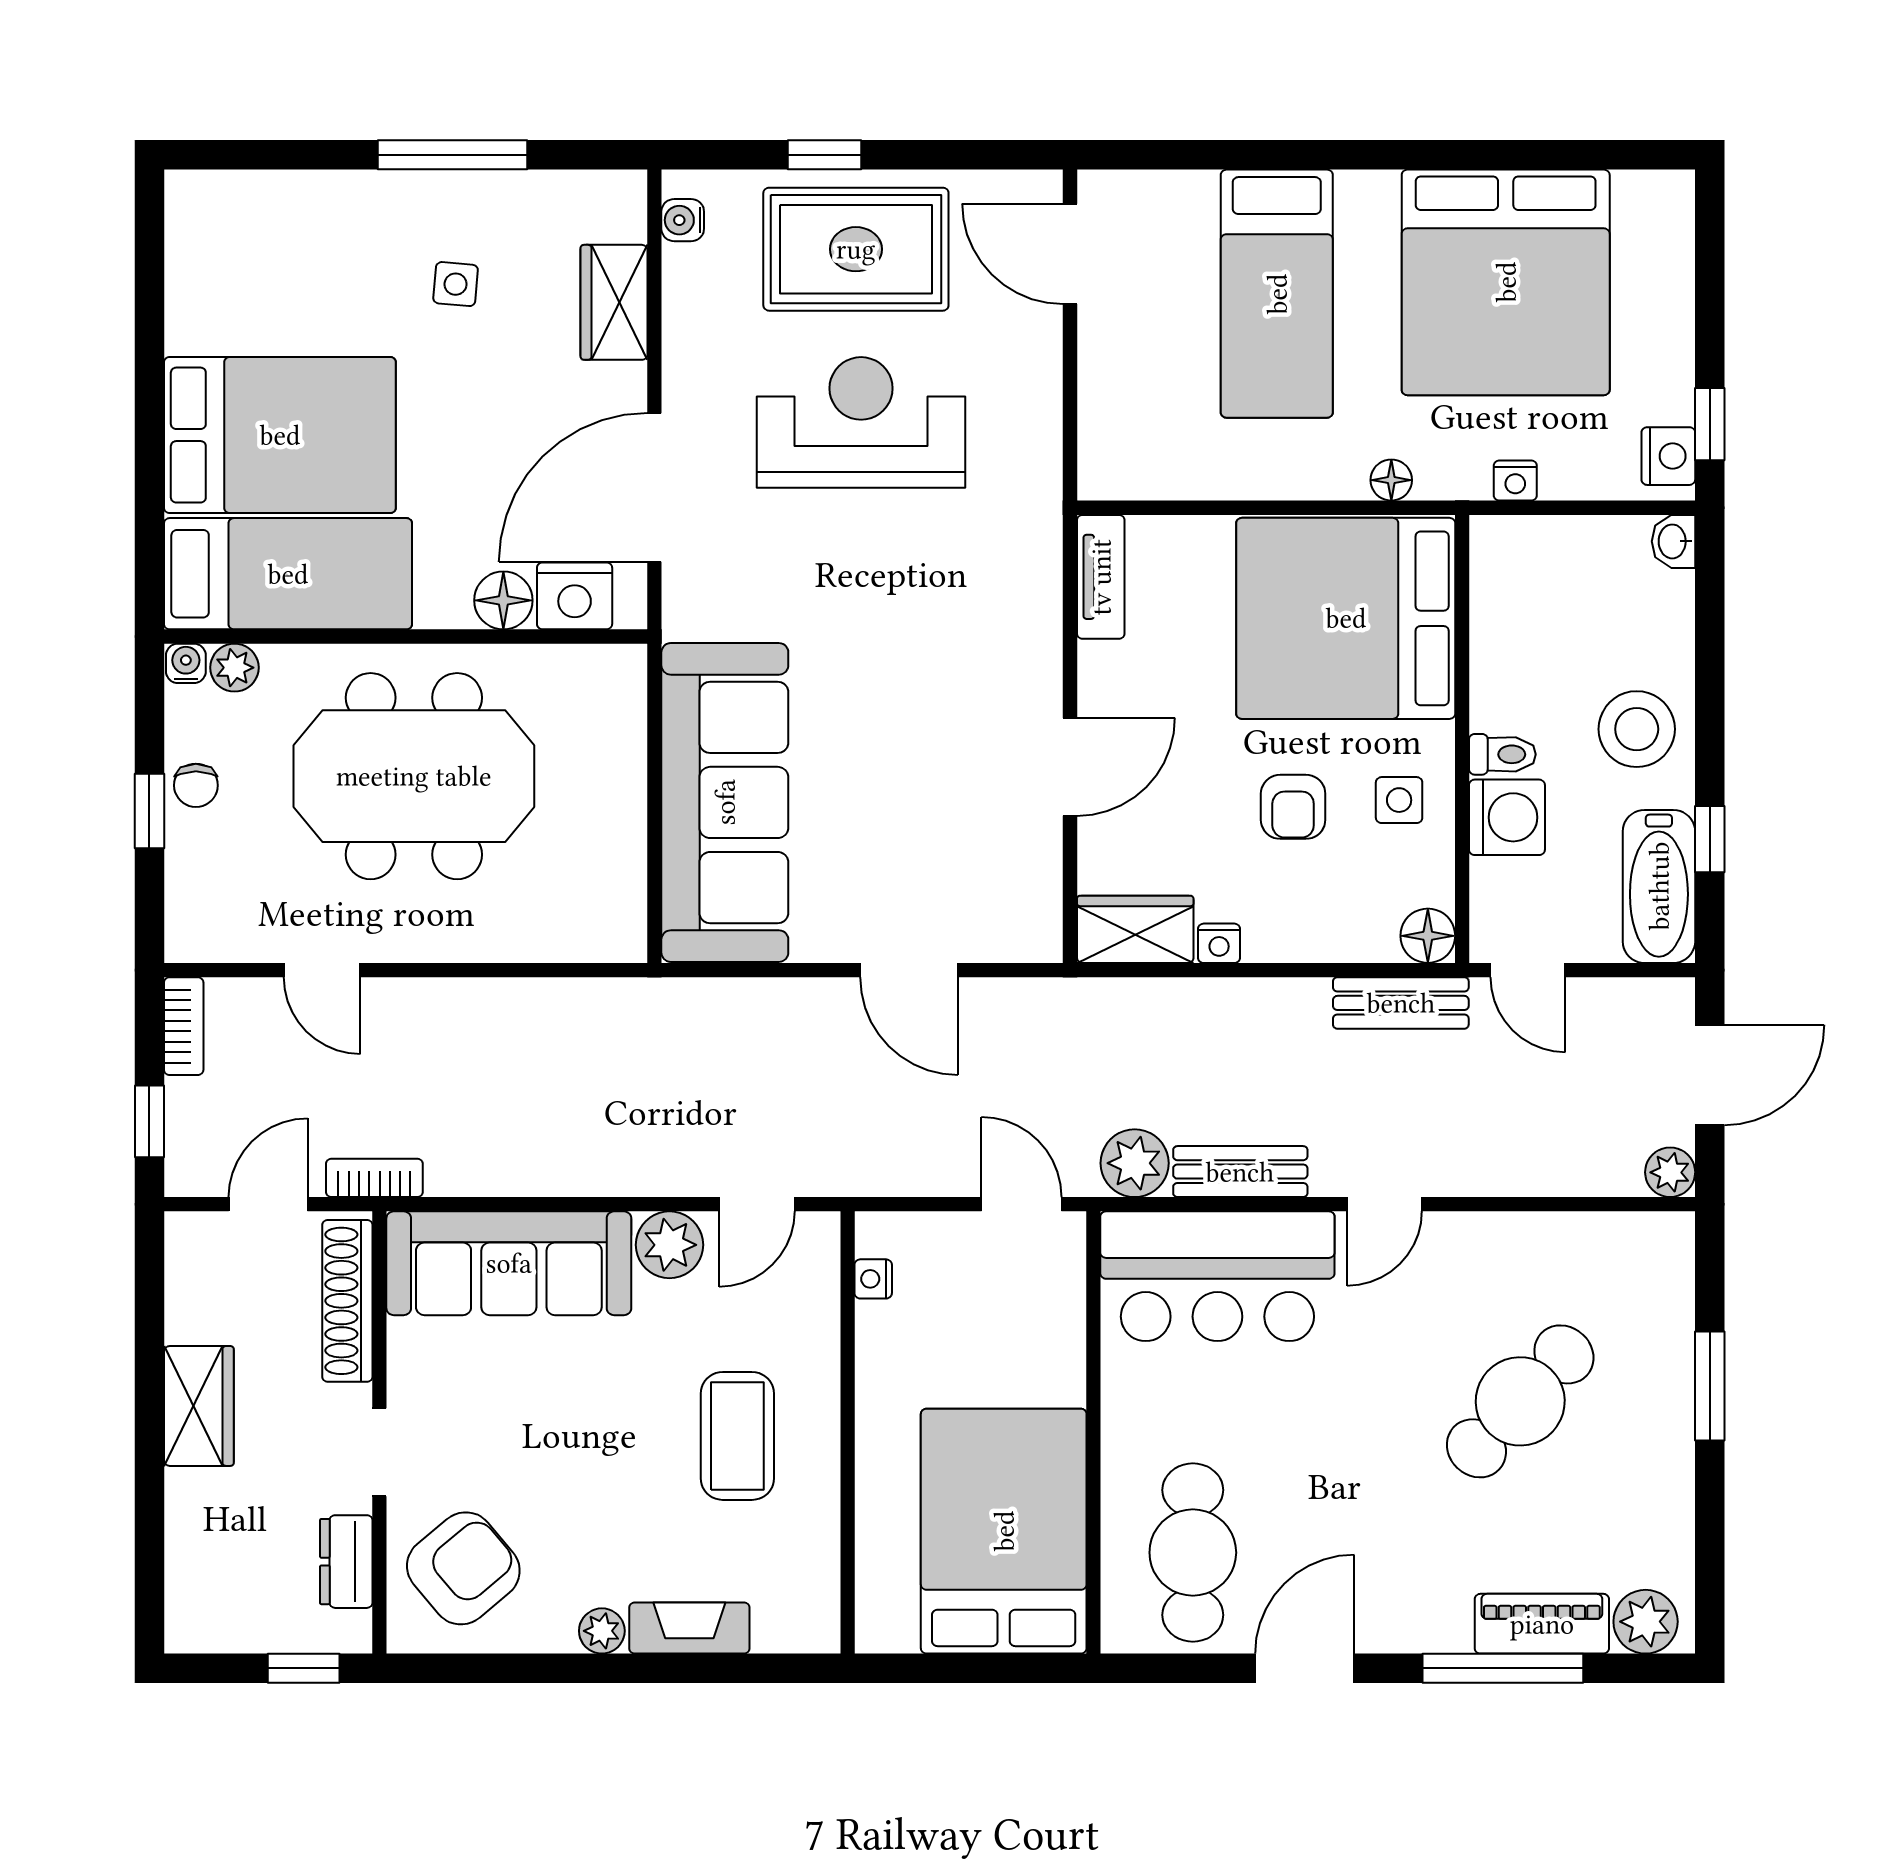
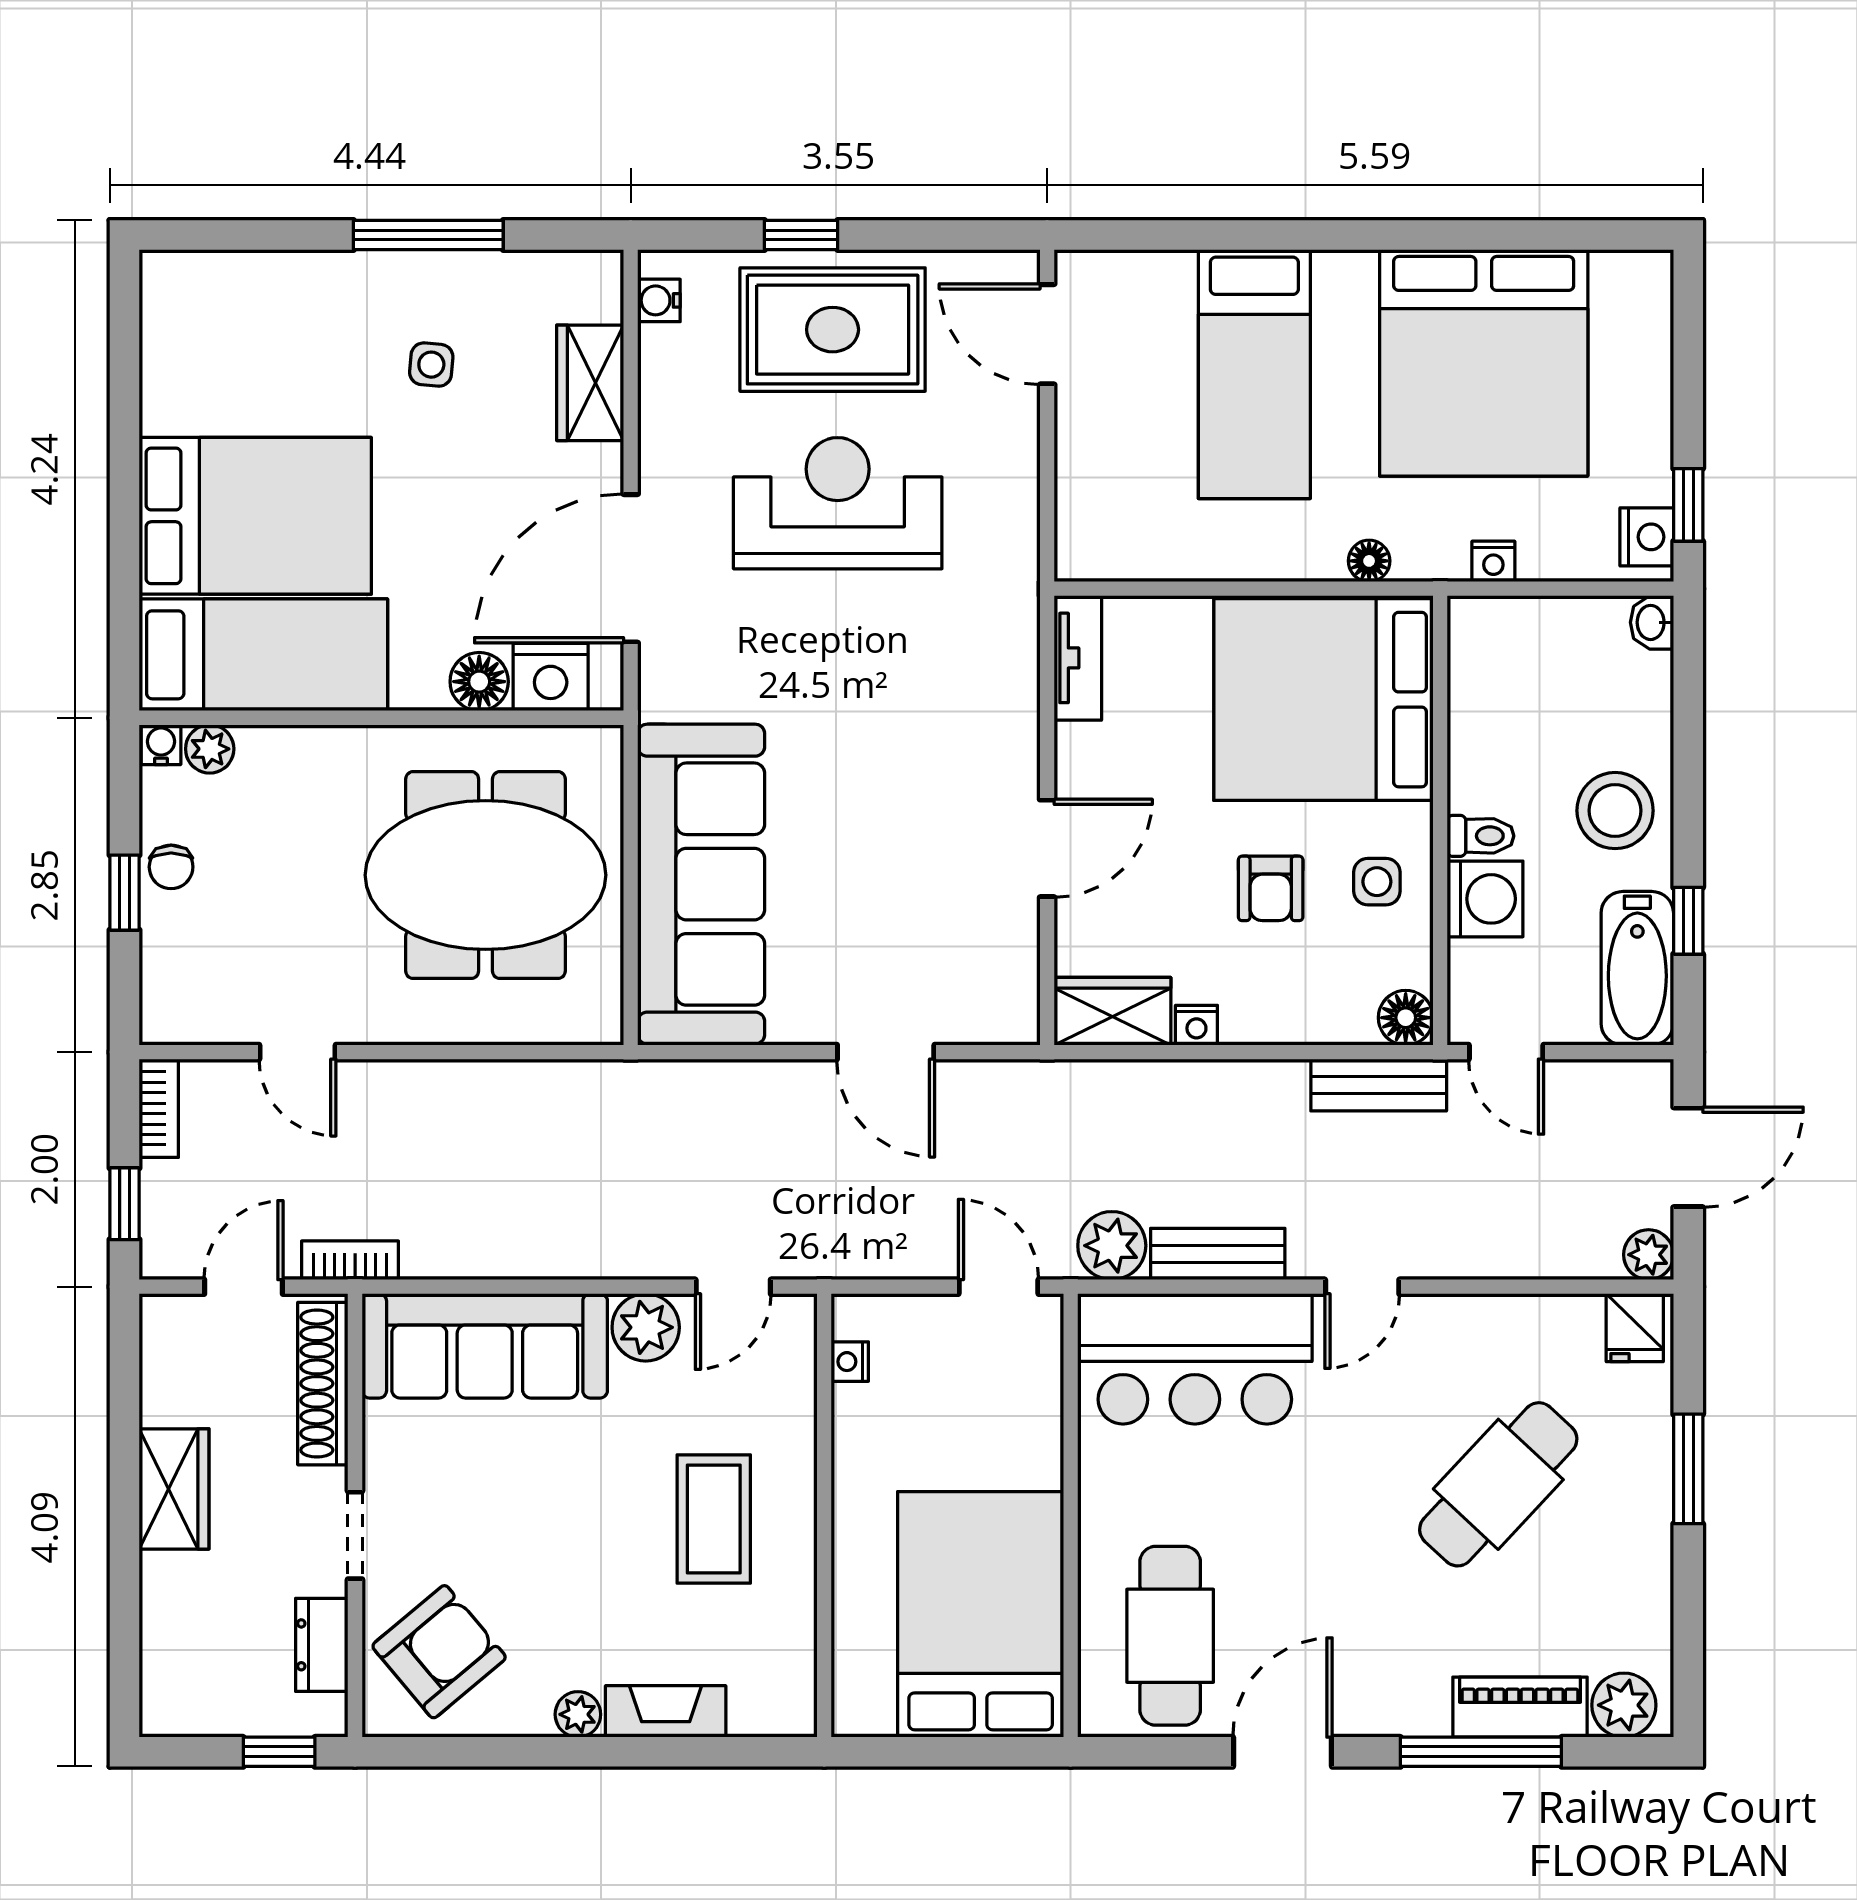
meeting table: (414, 776) -> (486, 875), moved
fridge: (1656, 1245) -> (1635, 1328), added

